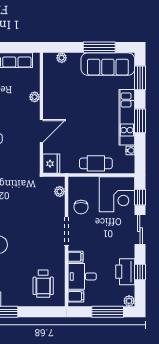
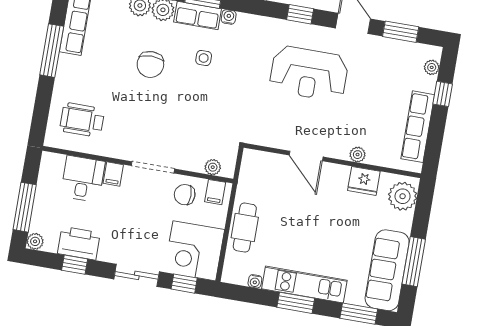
plant: (62, 58) -> (403, 196), width x1.88, depth x1.88
fridge: (51, 164) -> (364, 181), moved
filing cabinet: (76, 296) -> (215, 192), moved

